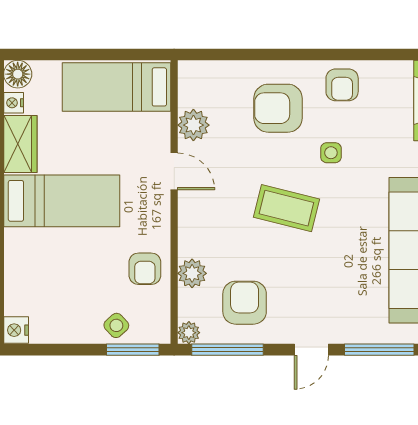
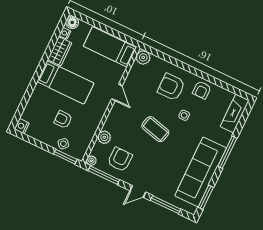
plant: (193, 125) -> (143, 57), moved
armchair: (145, 269) -> (63, 119), moved, turned 90

